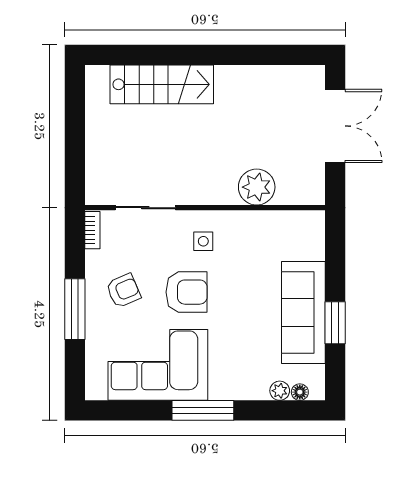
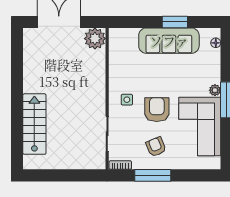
plant: (257, 187) -> (95, 39), moved
window: (75, 309) -> (153, 175), moved
plant: (280, 391) -> (215, 90), moved

